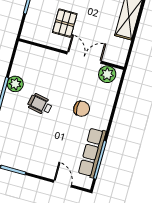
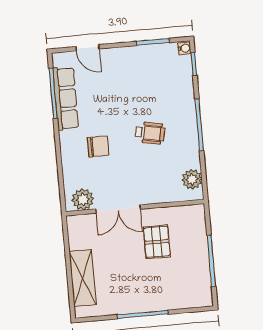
plant: (15, 84) -> (192, 179), moved
chair: (82, 109) -> (98, 146), turned 180

